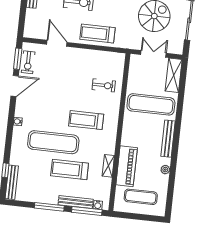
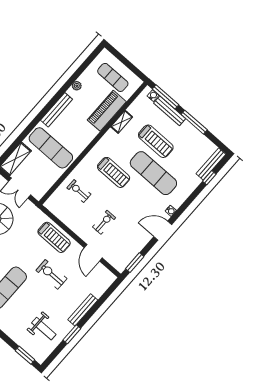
exercise bike: (28, 62) -> (104, 222), moved
door: (15, 86) -> (163, 231), moved

